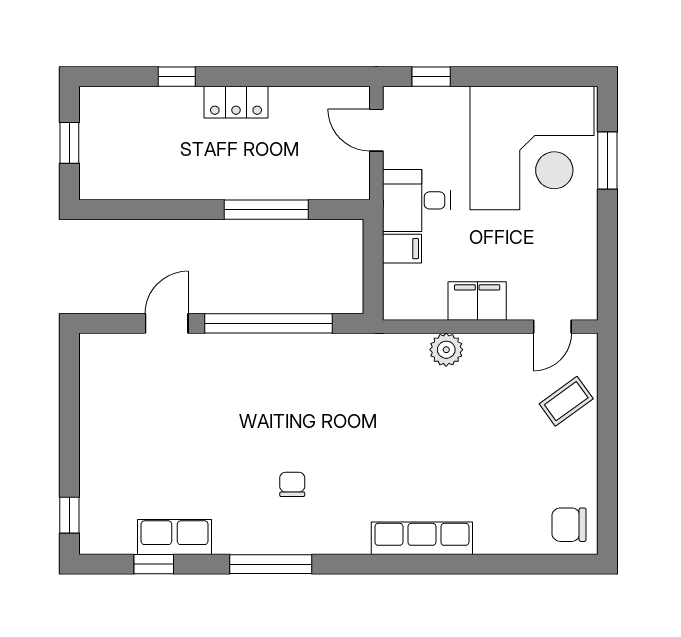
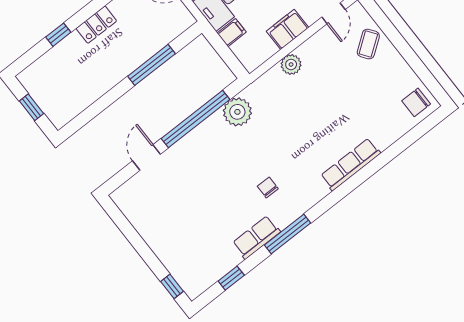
plant: (329, 356) -> (237, 112), added
row of seats: (175, 537) -> (256, 237), moved

